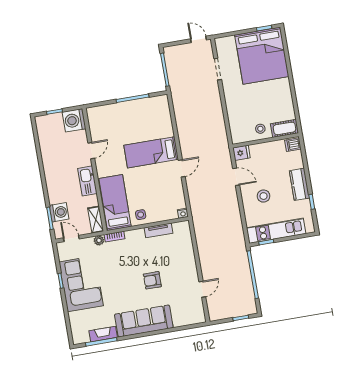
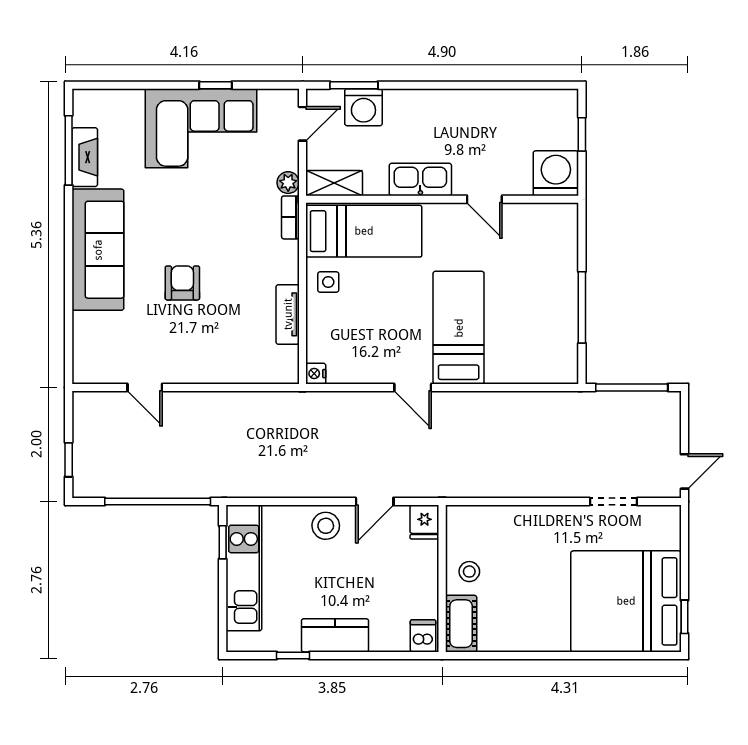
stool: (263, 196) -> (326, 526), moved

